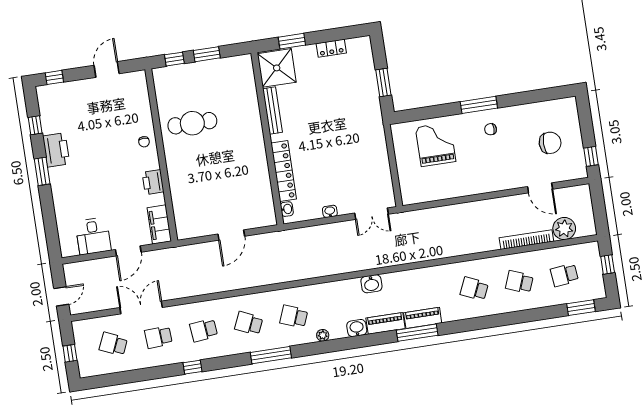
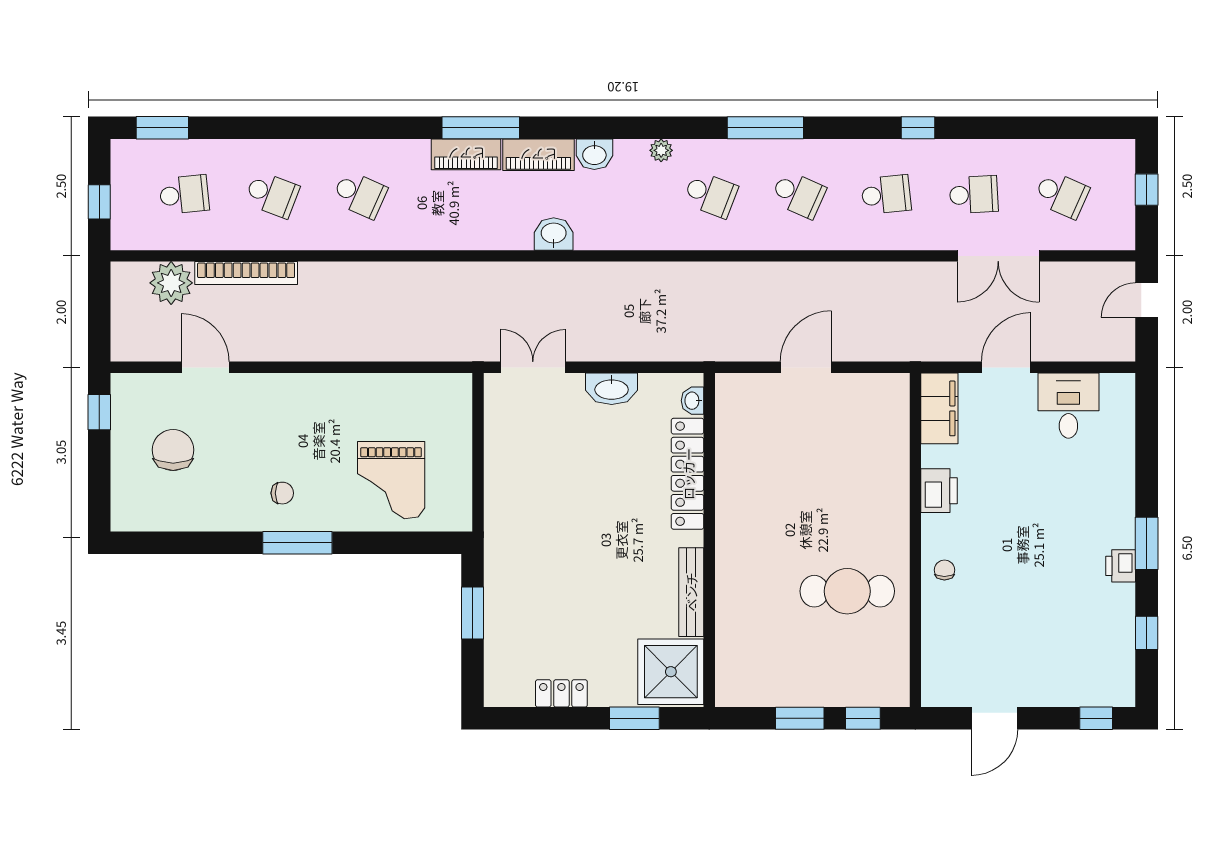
chair: (550, 143) -> (173, 450), turned 90
printer: (56, 150) -> (1121, 566), width x0.53, depth x0.68
washbasin: (330, 211) -> (612, 389), width x1.91, depth x1.45

